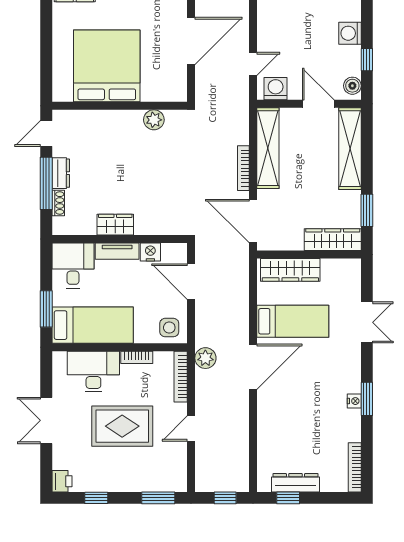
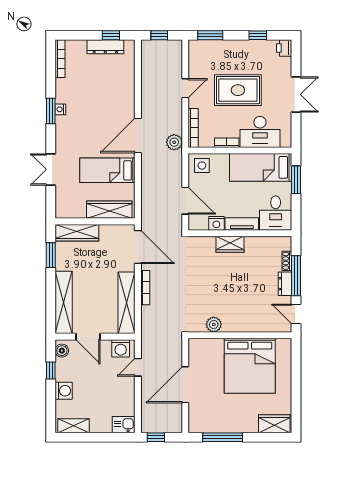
door: (46, 134) -> (296, 314), swing flipped
wardrobe: (115, 225) -> (230, 244), moved

